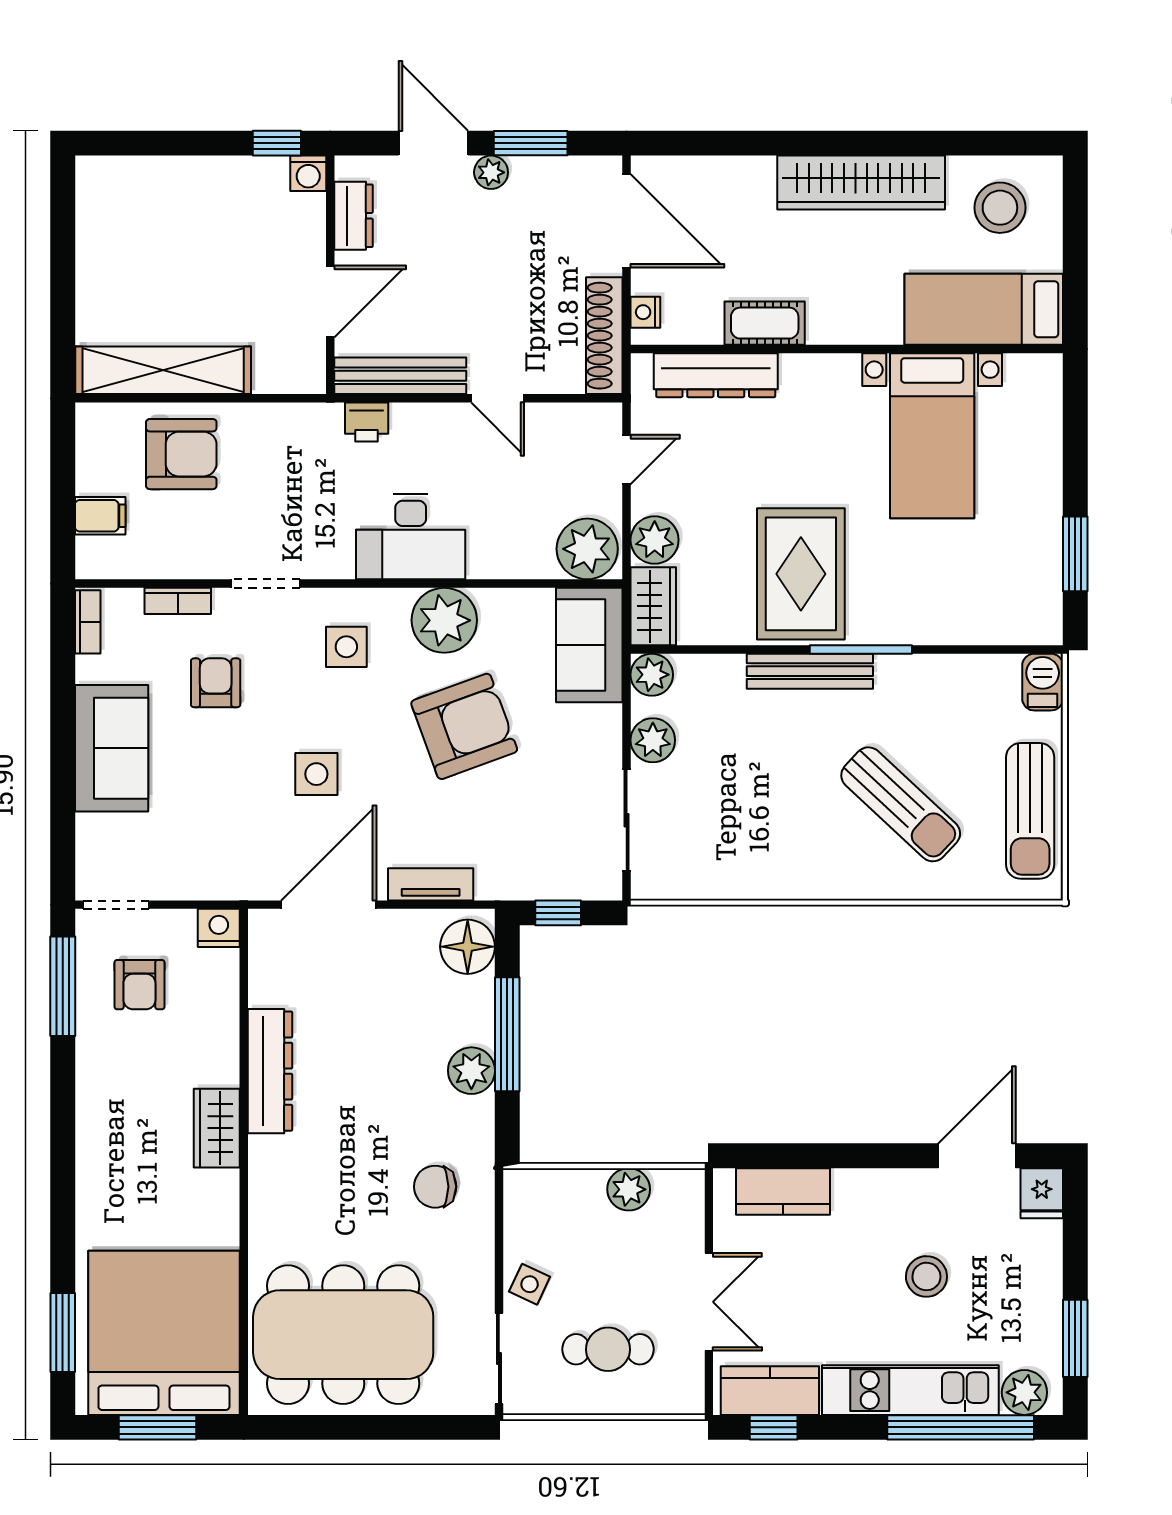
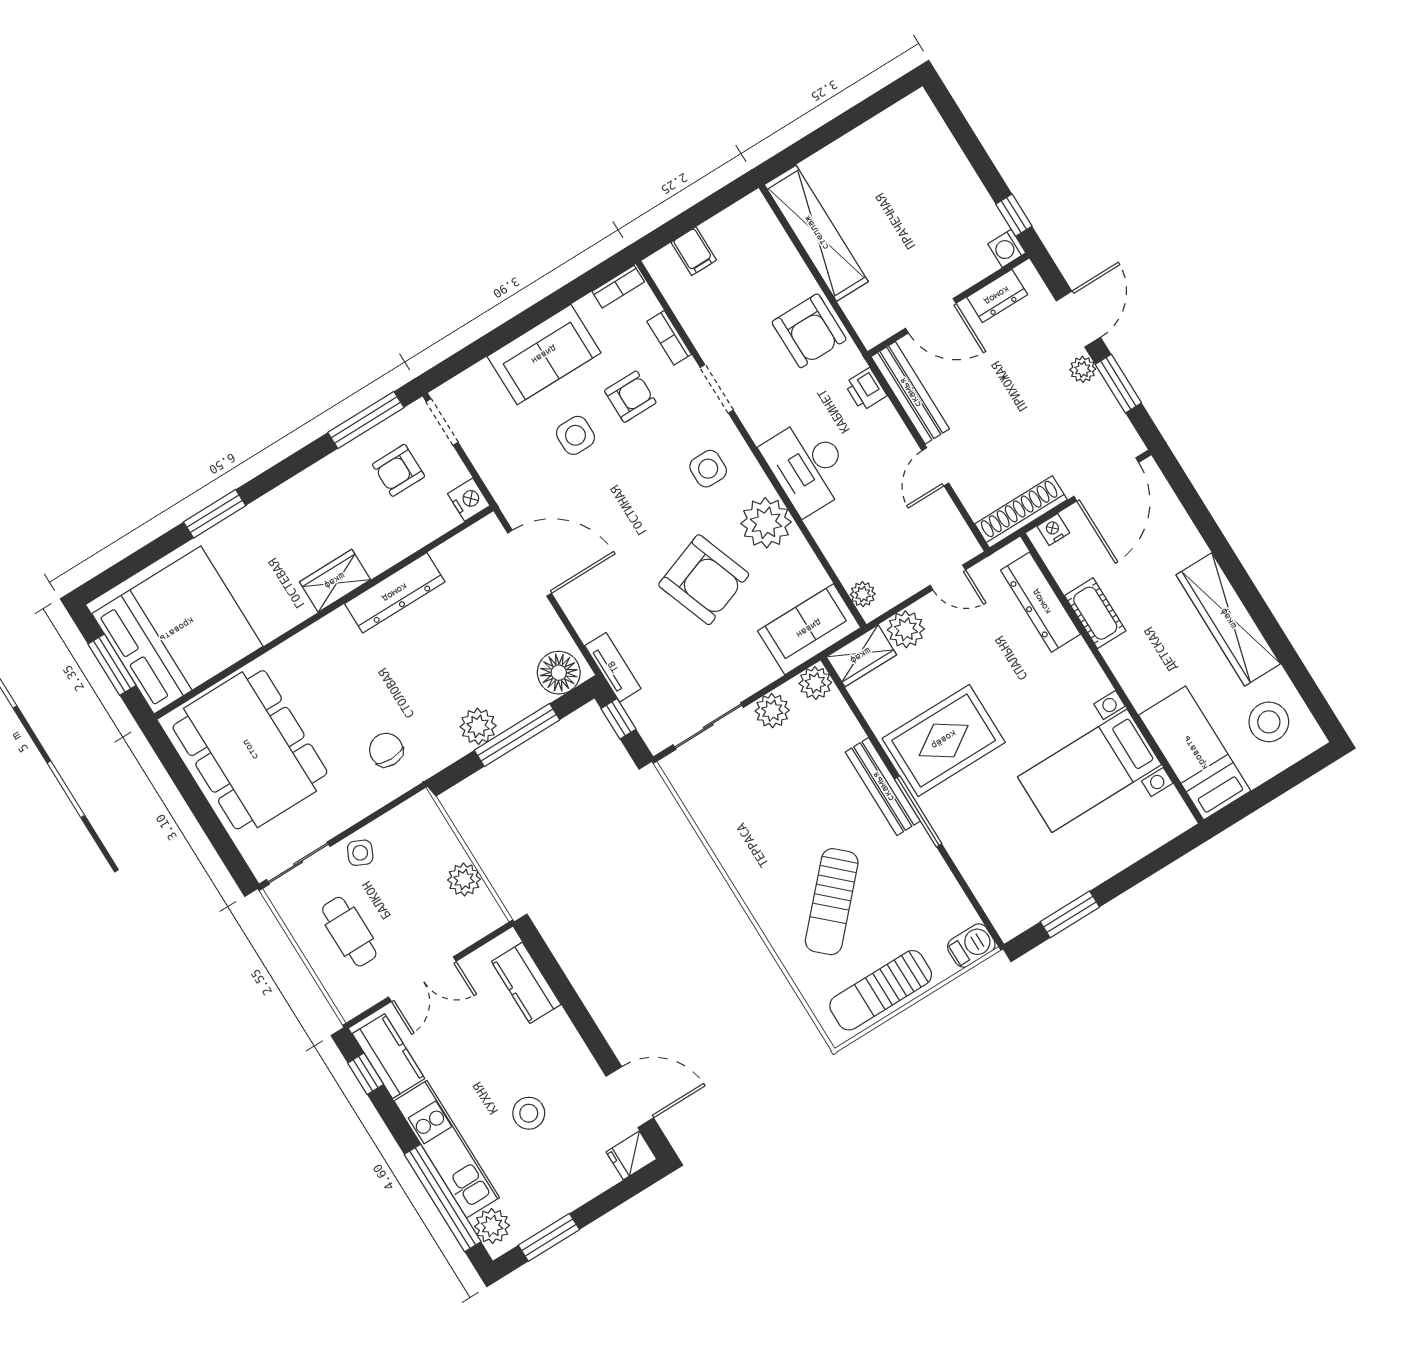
armchair: (181, 454) -> (809, 331), moved
plant: (587, 549) -> (863, 594), width x0.53, depth x0.53
side table: (316, 774) -> (575, 435), moved
tv unit: (431, 884) -> (613, 667), moved
window: (63, 1333) -> (215, 514), moved

